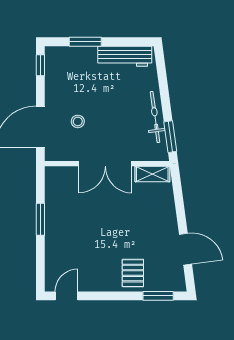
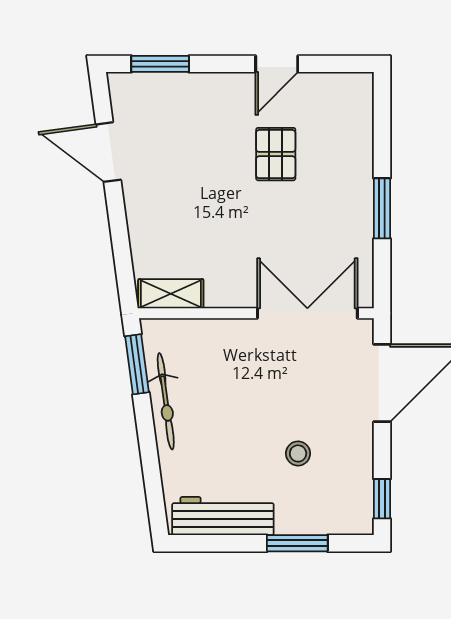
stool: (78, 121) -> (298, 453), moved
double door: (105, 164) -> (307, 313), moved
pallet: (133, 273) -> (276, 154), moved
door: (67, 296) -> (277, 64), moved

